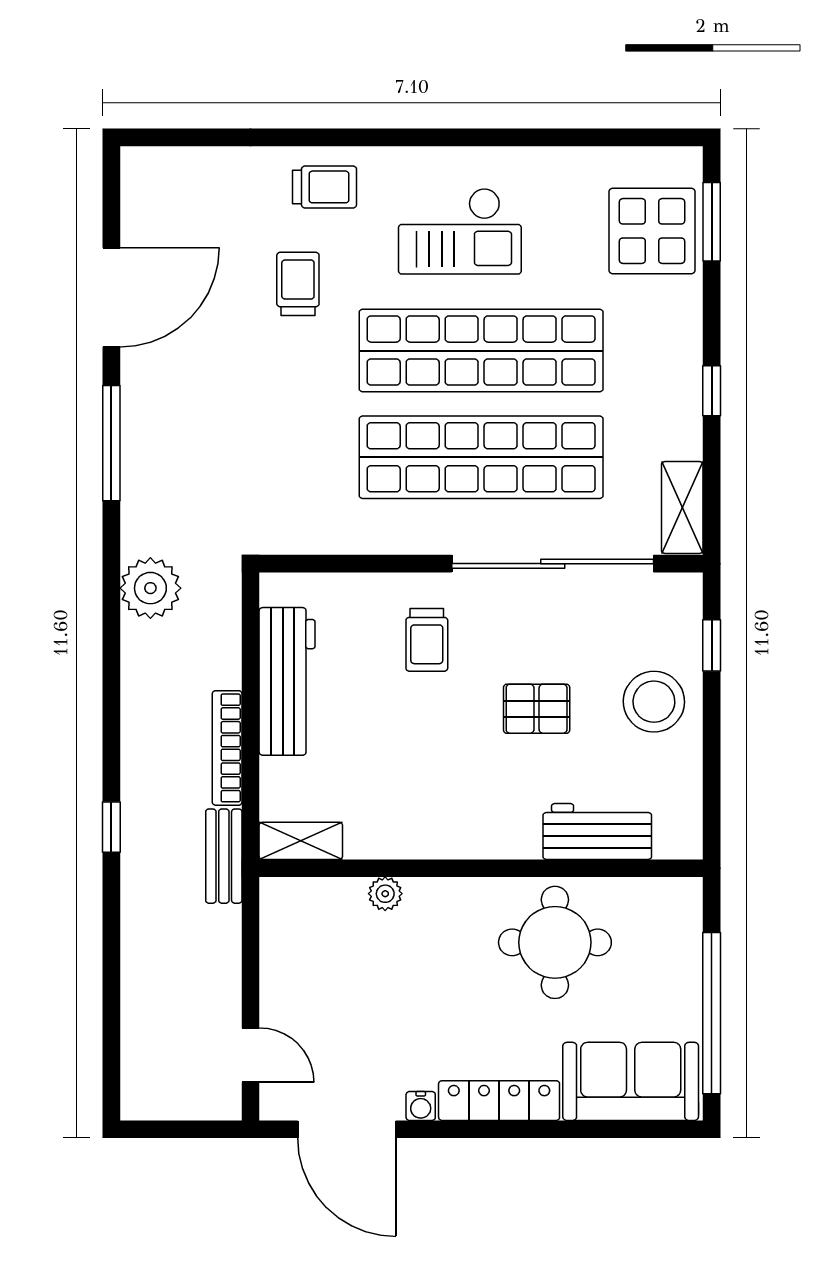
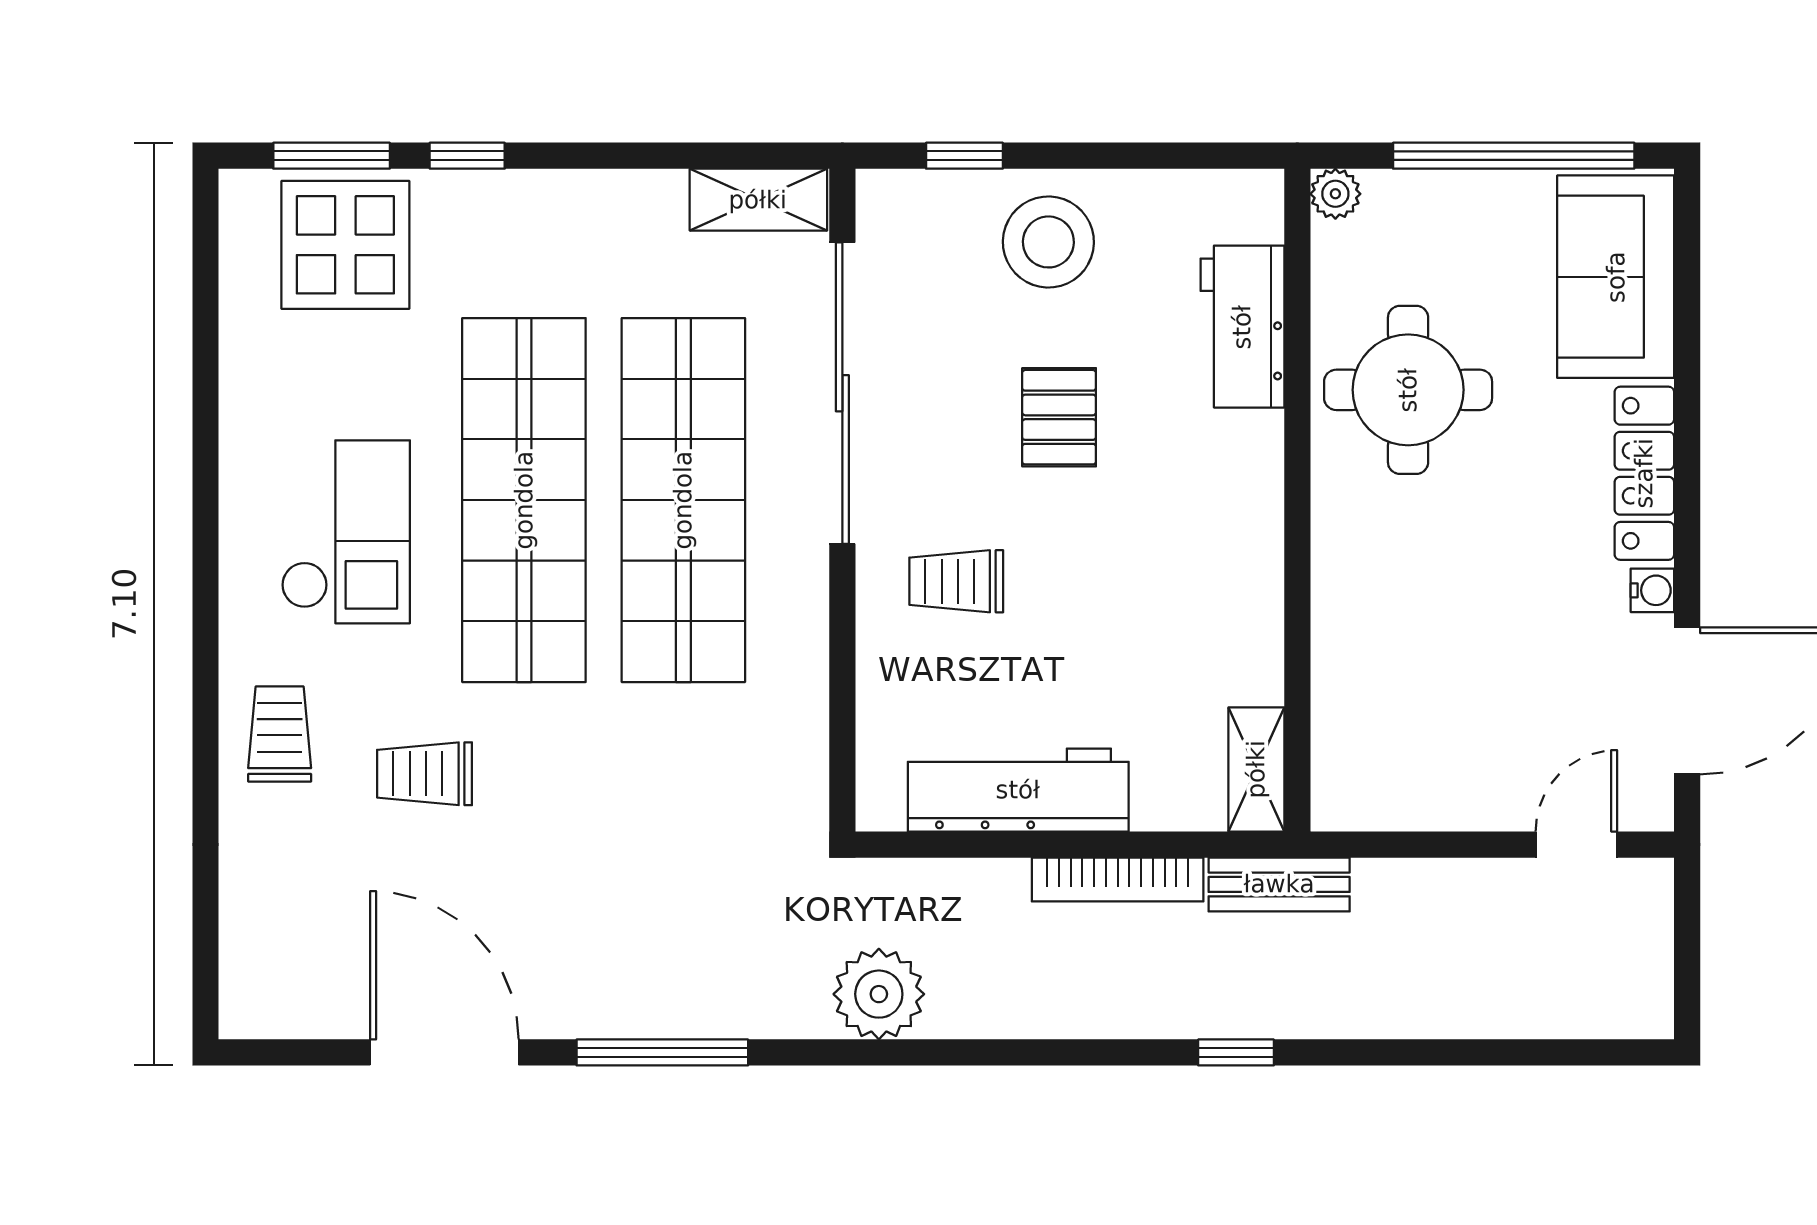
window: (712, 391) -> (467, 156), moved
trolley: (427, 640) -> (956, 581), turned 180
plant: (385, 894) -> (1335, 194), moved

